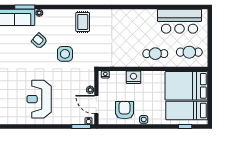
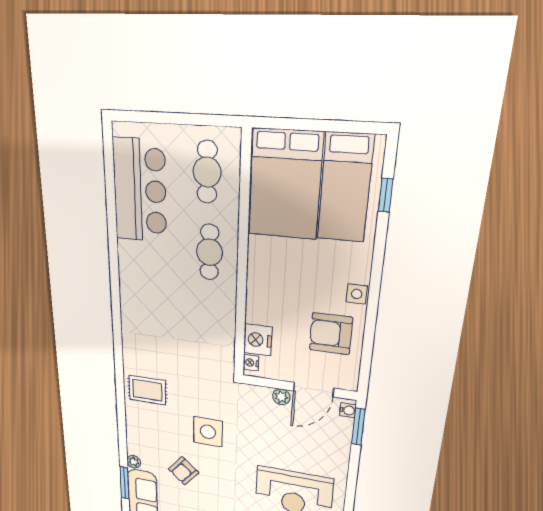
nightstand: (133, 77) -> (258, 340), moved

